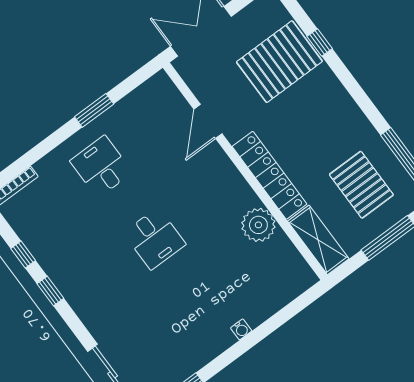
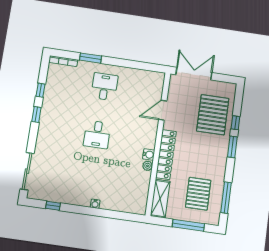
pallet: (279, 62) -> (213, 115), turned 90
window: (346, 79) -> (232, 147), added
window: (94, 110) -> (90, 58), moved
water cooler: (247, 198) -> (149, 155), added
plant: (258, 225) -> (147, 166), width x0.53, depth x0.53

